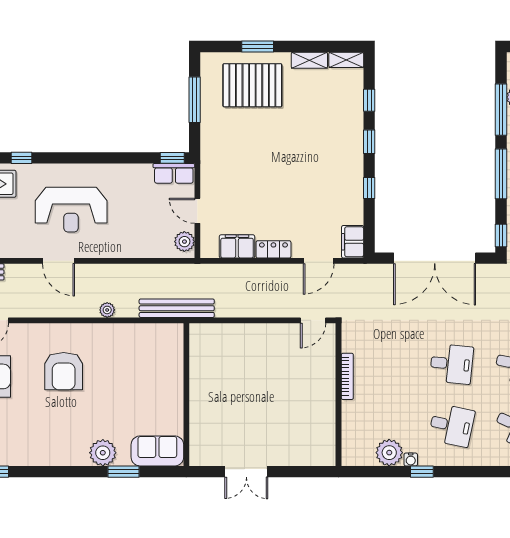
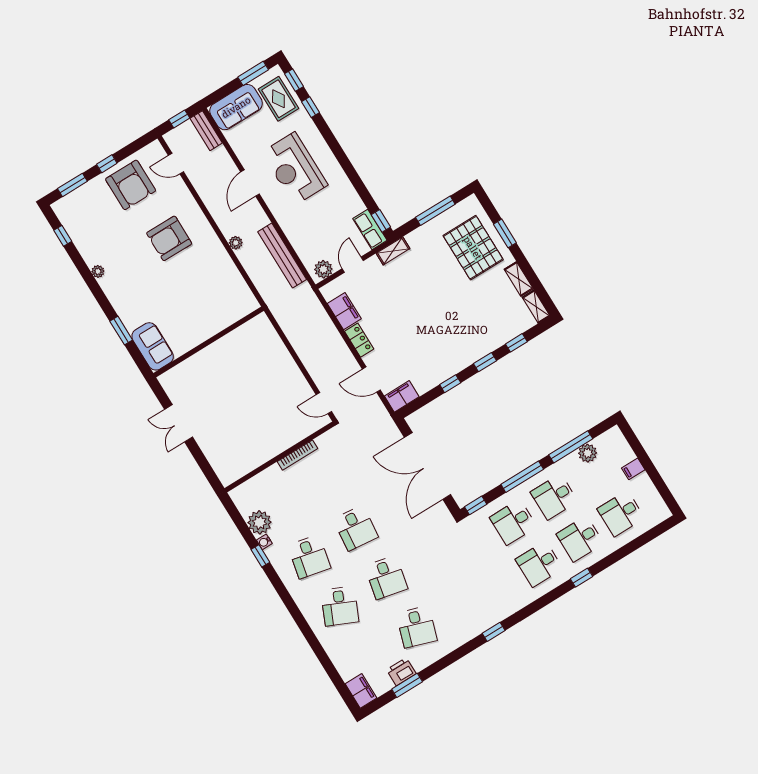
shelving: (208, 164) -> (393, 251), added
bench: (177, 308) -> (282, 256), moved
plant: (103, 453) -> (98, 271), moved, width x0.53, depth x0.53

